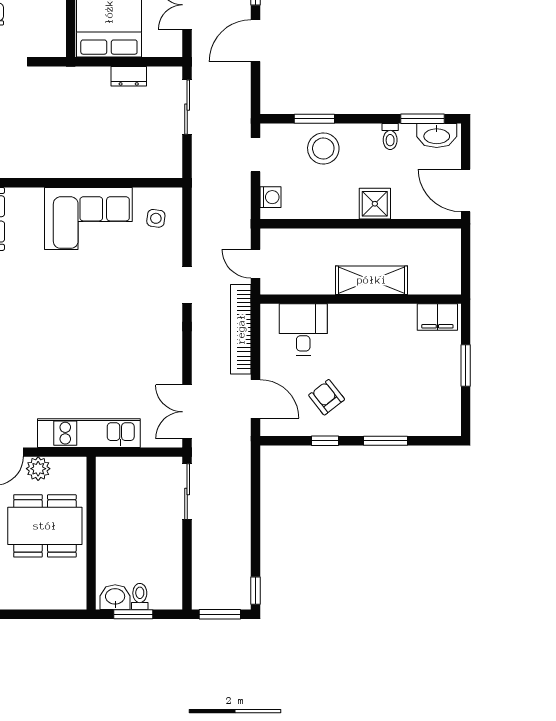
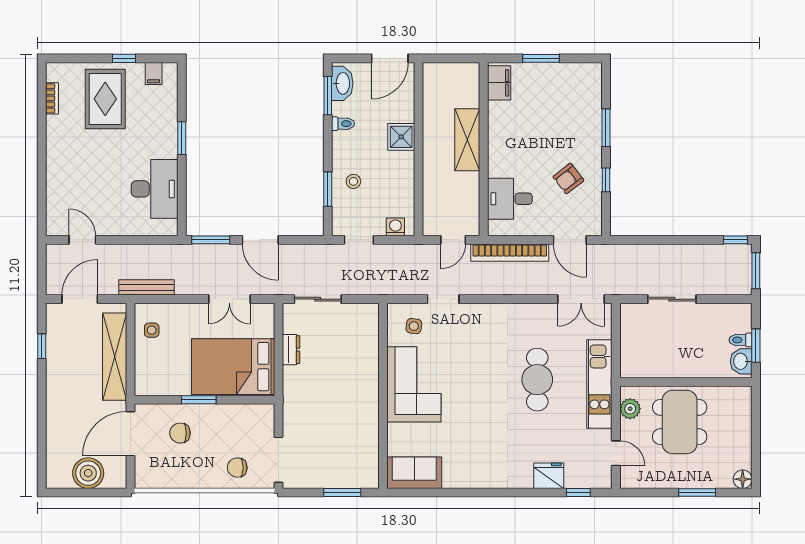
stool: (323, 148) -> (353, 181), width x0.53, depth x0.53
doorway: (187, 285) -> (443, 299), moved
cafe table: (94, 361) -> (537, 380), added
door: (256, 399) -> (570, 240), swing flipped
plant: (38, 469) -> (630, 409), moved
sliding door: (187, 492) -> (672, 299), moved

